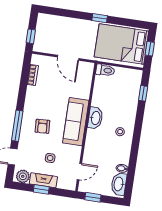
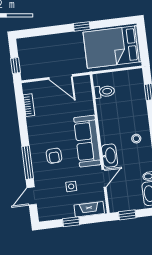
window: (150, 49) -> (143, 44), removed
toilet: (105, 70) -> (104, 92), moved
washbasin: (95, 118) -> (110, 156), moved
door: (79, 172) -> (104, 178), moved
plant: (23, 176) -> (48, 214), removed
fireplace: (43, 180) -> (89, 209), moved

